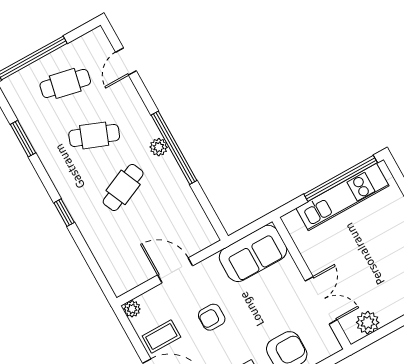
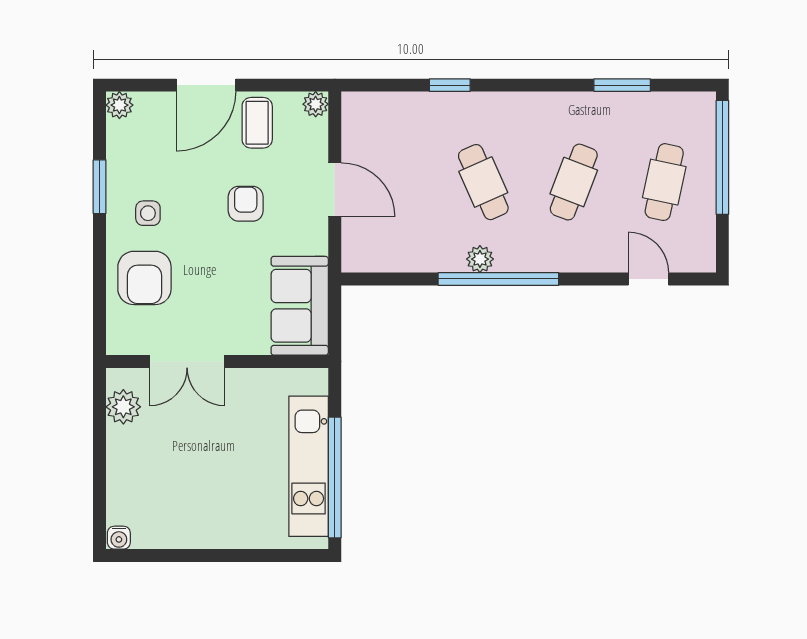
plant: (159, 147) -> (480, 259), moved
window: (64, 213) -> (450, 85), moved
door: (175, 270) -> (335, 190), hinge flipped

